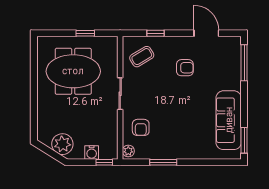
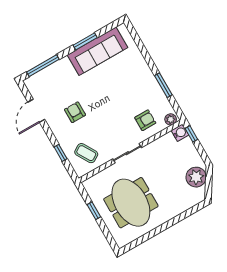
window: (244, 140) -> (85, 41), moved
water cooler: (92, 153) -> (180, 133), moved

